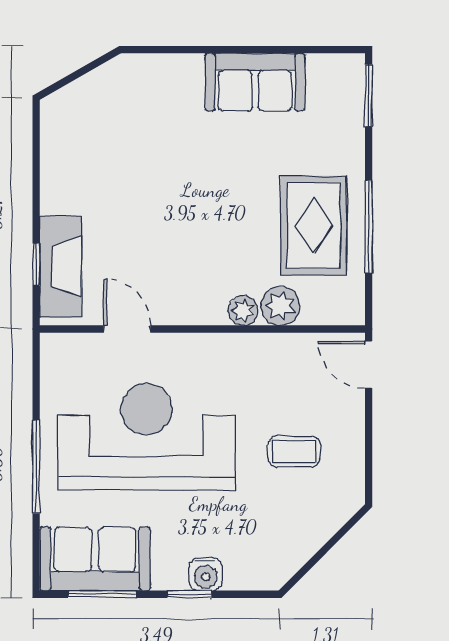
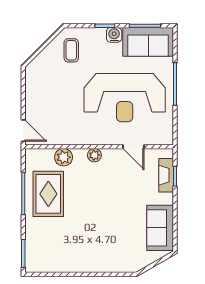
sofa: (255, 82) -> (160, 228), moved, turned -90
fireplace: (61, 267) -> (166, 175), width x0.73, depth x0.76
plant: (243, 311) -> (94, 155), moved
coffee table: (294, 452) -> (71, 50), moved, turned 90
water cooler: (206, 574) -> (114, 35), moved

